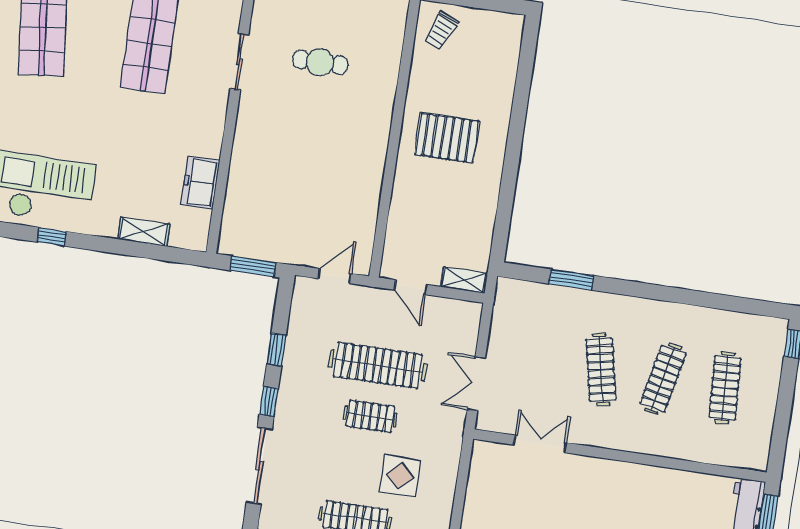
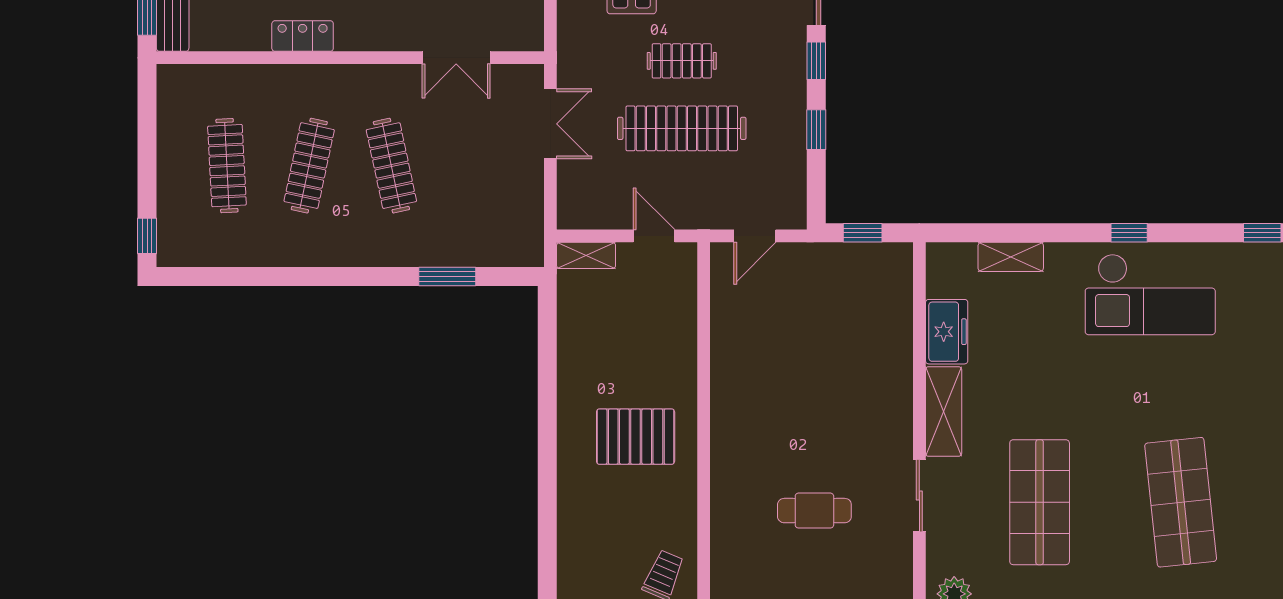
shelving: (212, 123) -> (944, 411), added
window: (253, 266) -> (863, 233), width x0.67
locker: (654, 477) -> (303, 36), added

